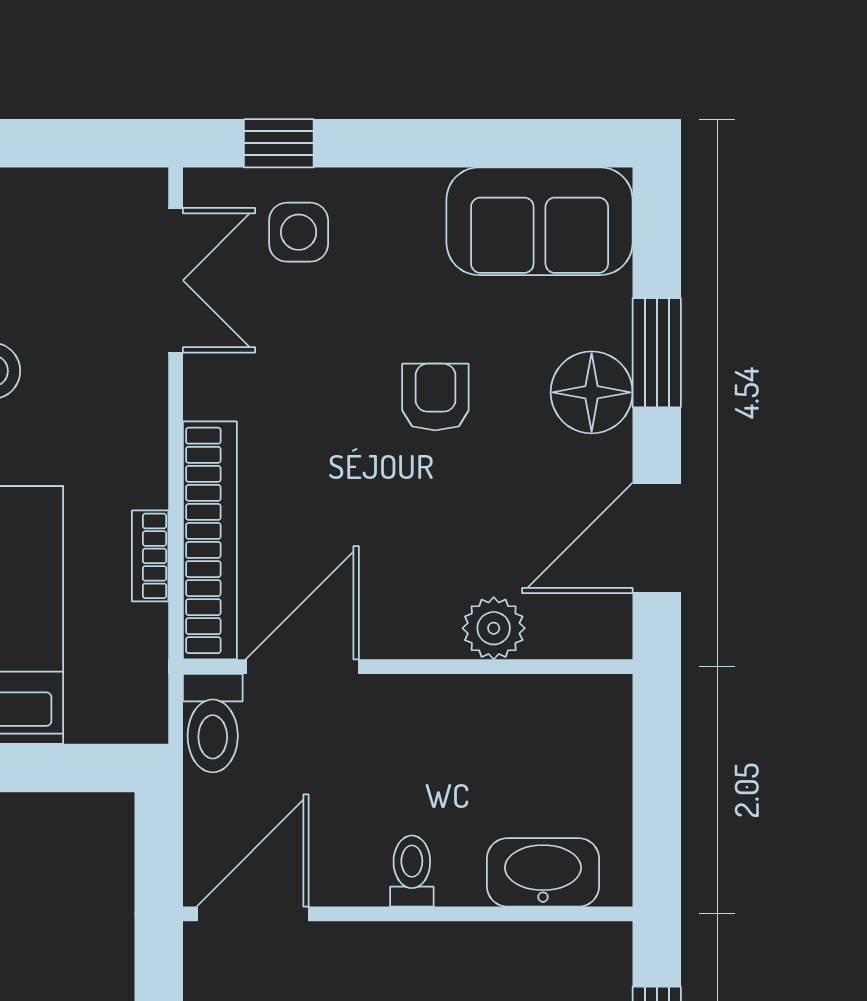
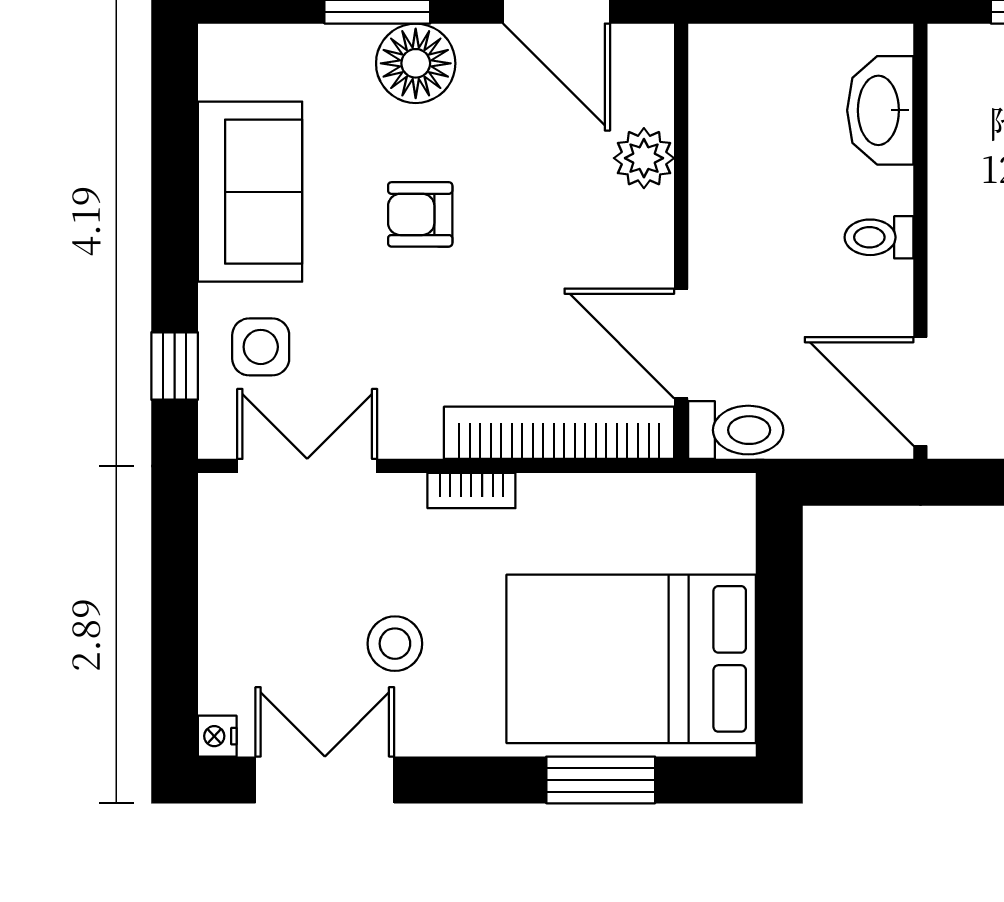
sofa: (540, 221) -> (250, 192), moved
bookcase: (150, 556) -> (471, 491), moved

